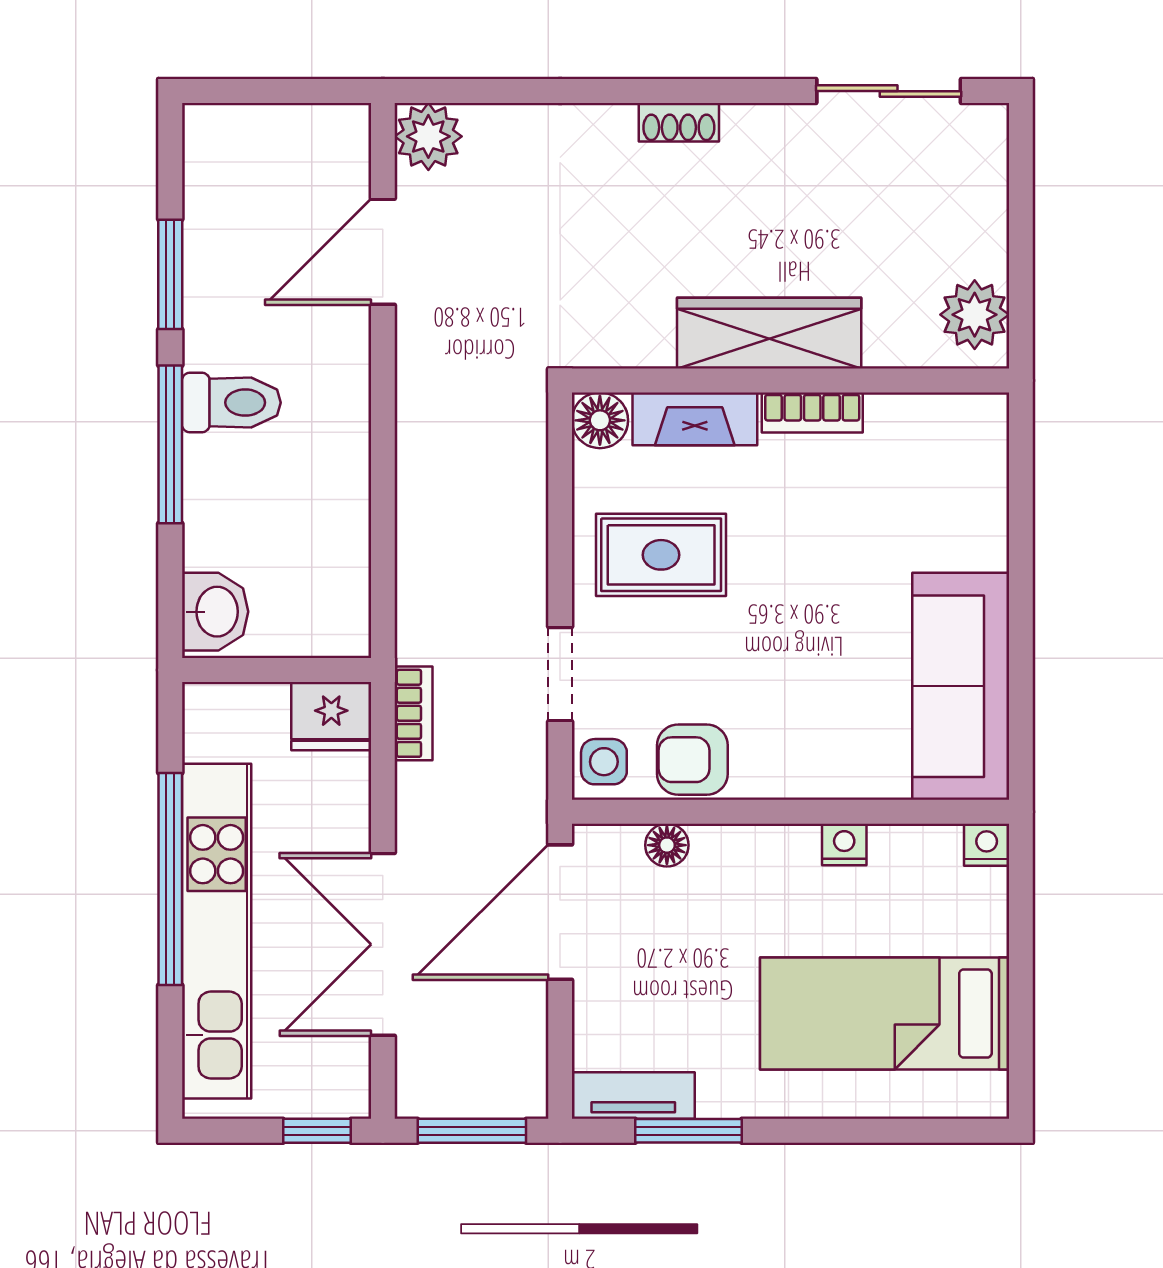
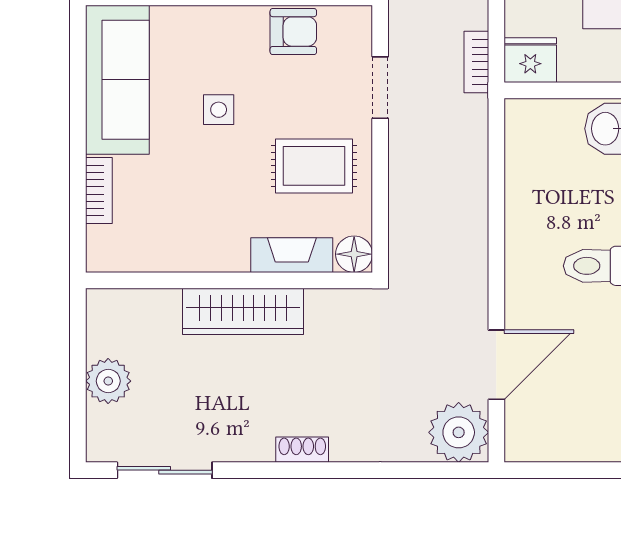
plant: (428, 136) -> (459, 432), width x1.36, depth x1.36
plant: (975, 315) -> (108, 381), moved
bookcase: (812, 413) -> (99, 190), moved, turned 90
side table: (604, 762) -> (219, 110), moved

